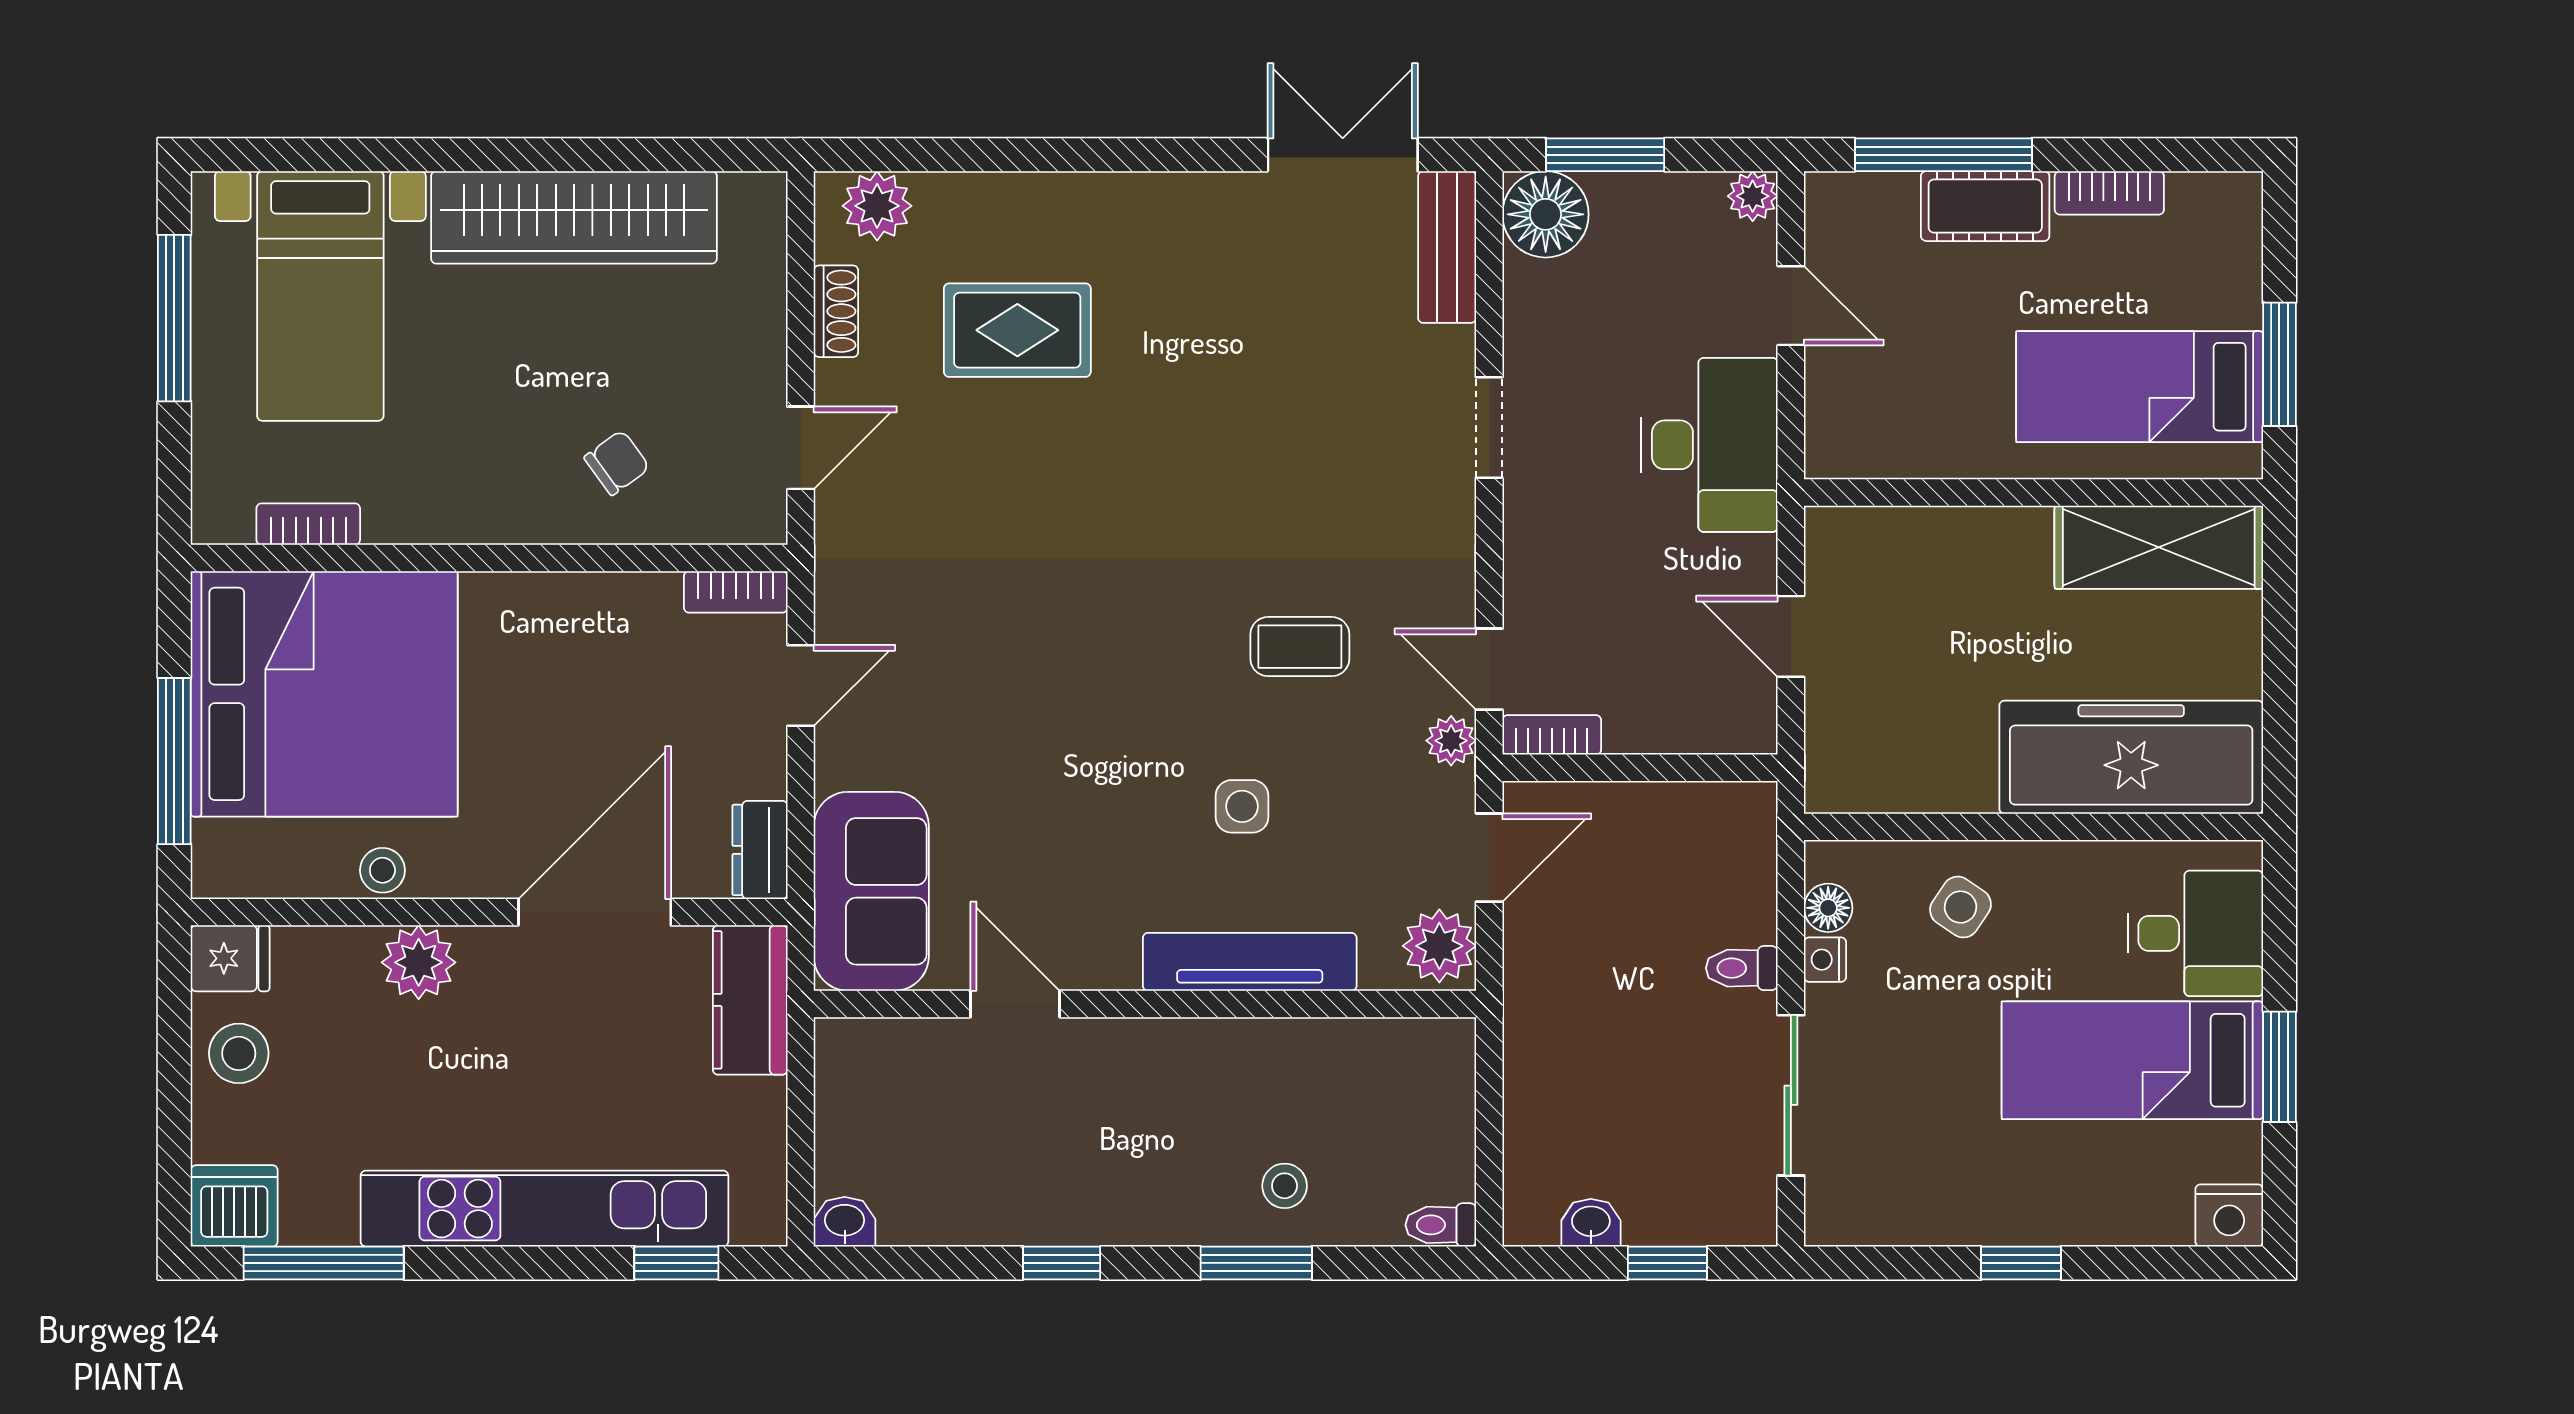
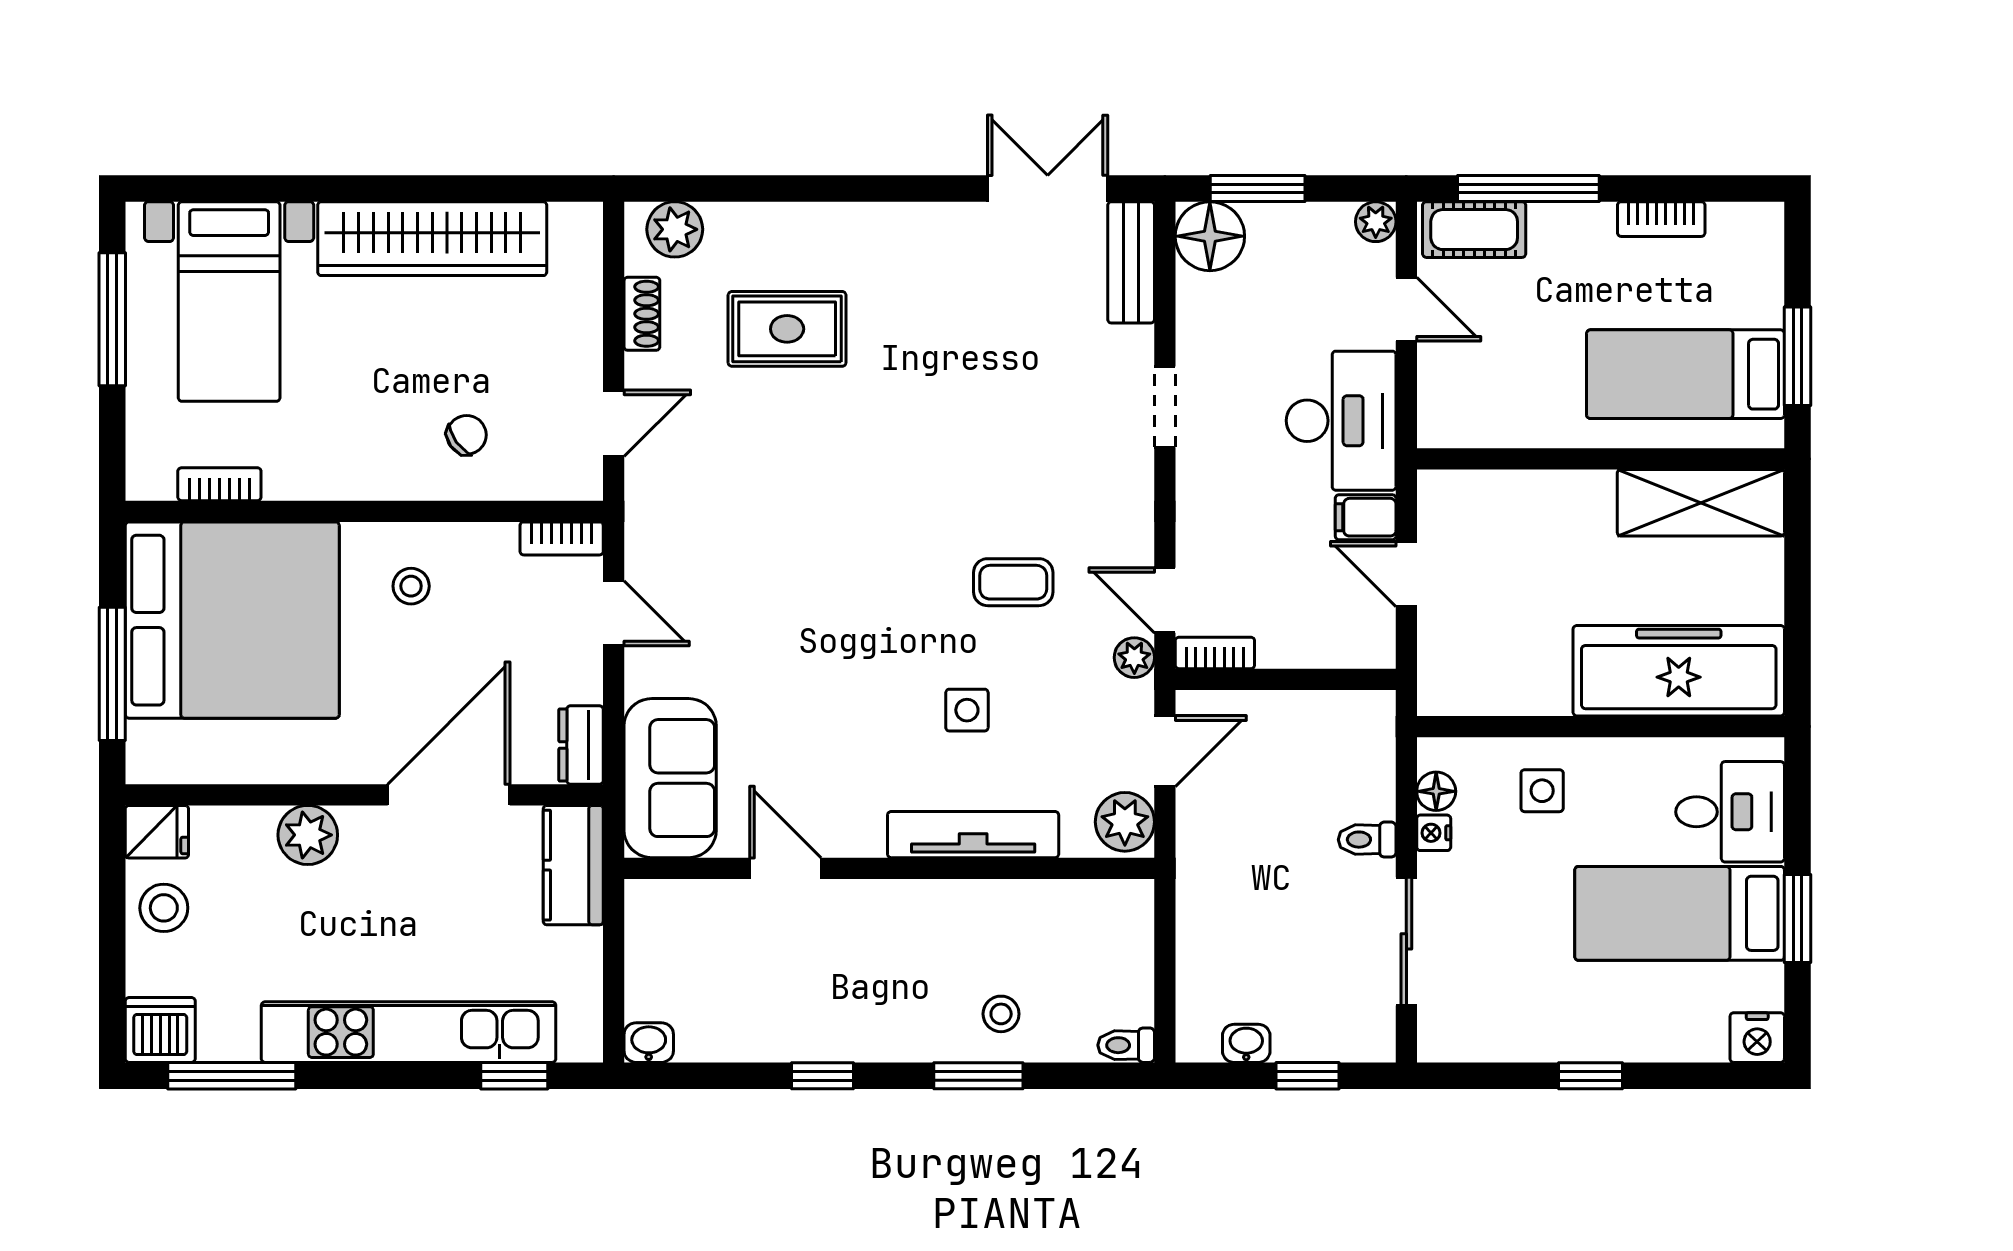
cot: (1985, 206) -> (1474, 230), moved
filing cabinet: (1740, 565) -> (1366, 517), added
door: (801, 685) -> (614, 613), hinge flipped
stool: (382, 870) -> (411, 586), moved
side table: (1961, 907) -> (1542, 791), turned -34

